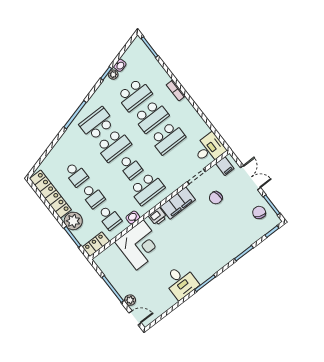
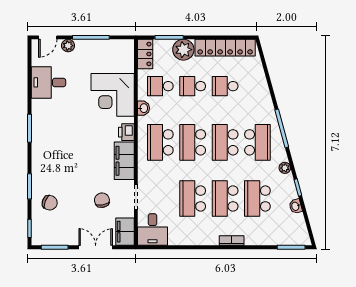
plant: (113, 75) -> (285, 168), moved
filing cabinet: (225, 166) -> (125, 232), width x2.00
school desk: (130, 167) -> (193, 142), width x1.85
double door: (250, 178) -> (96, 247), swing flipped
chair: (259, 212) -> (50, 203), moved
desk: (181, 282) -> (48, 82), moved

